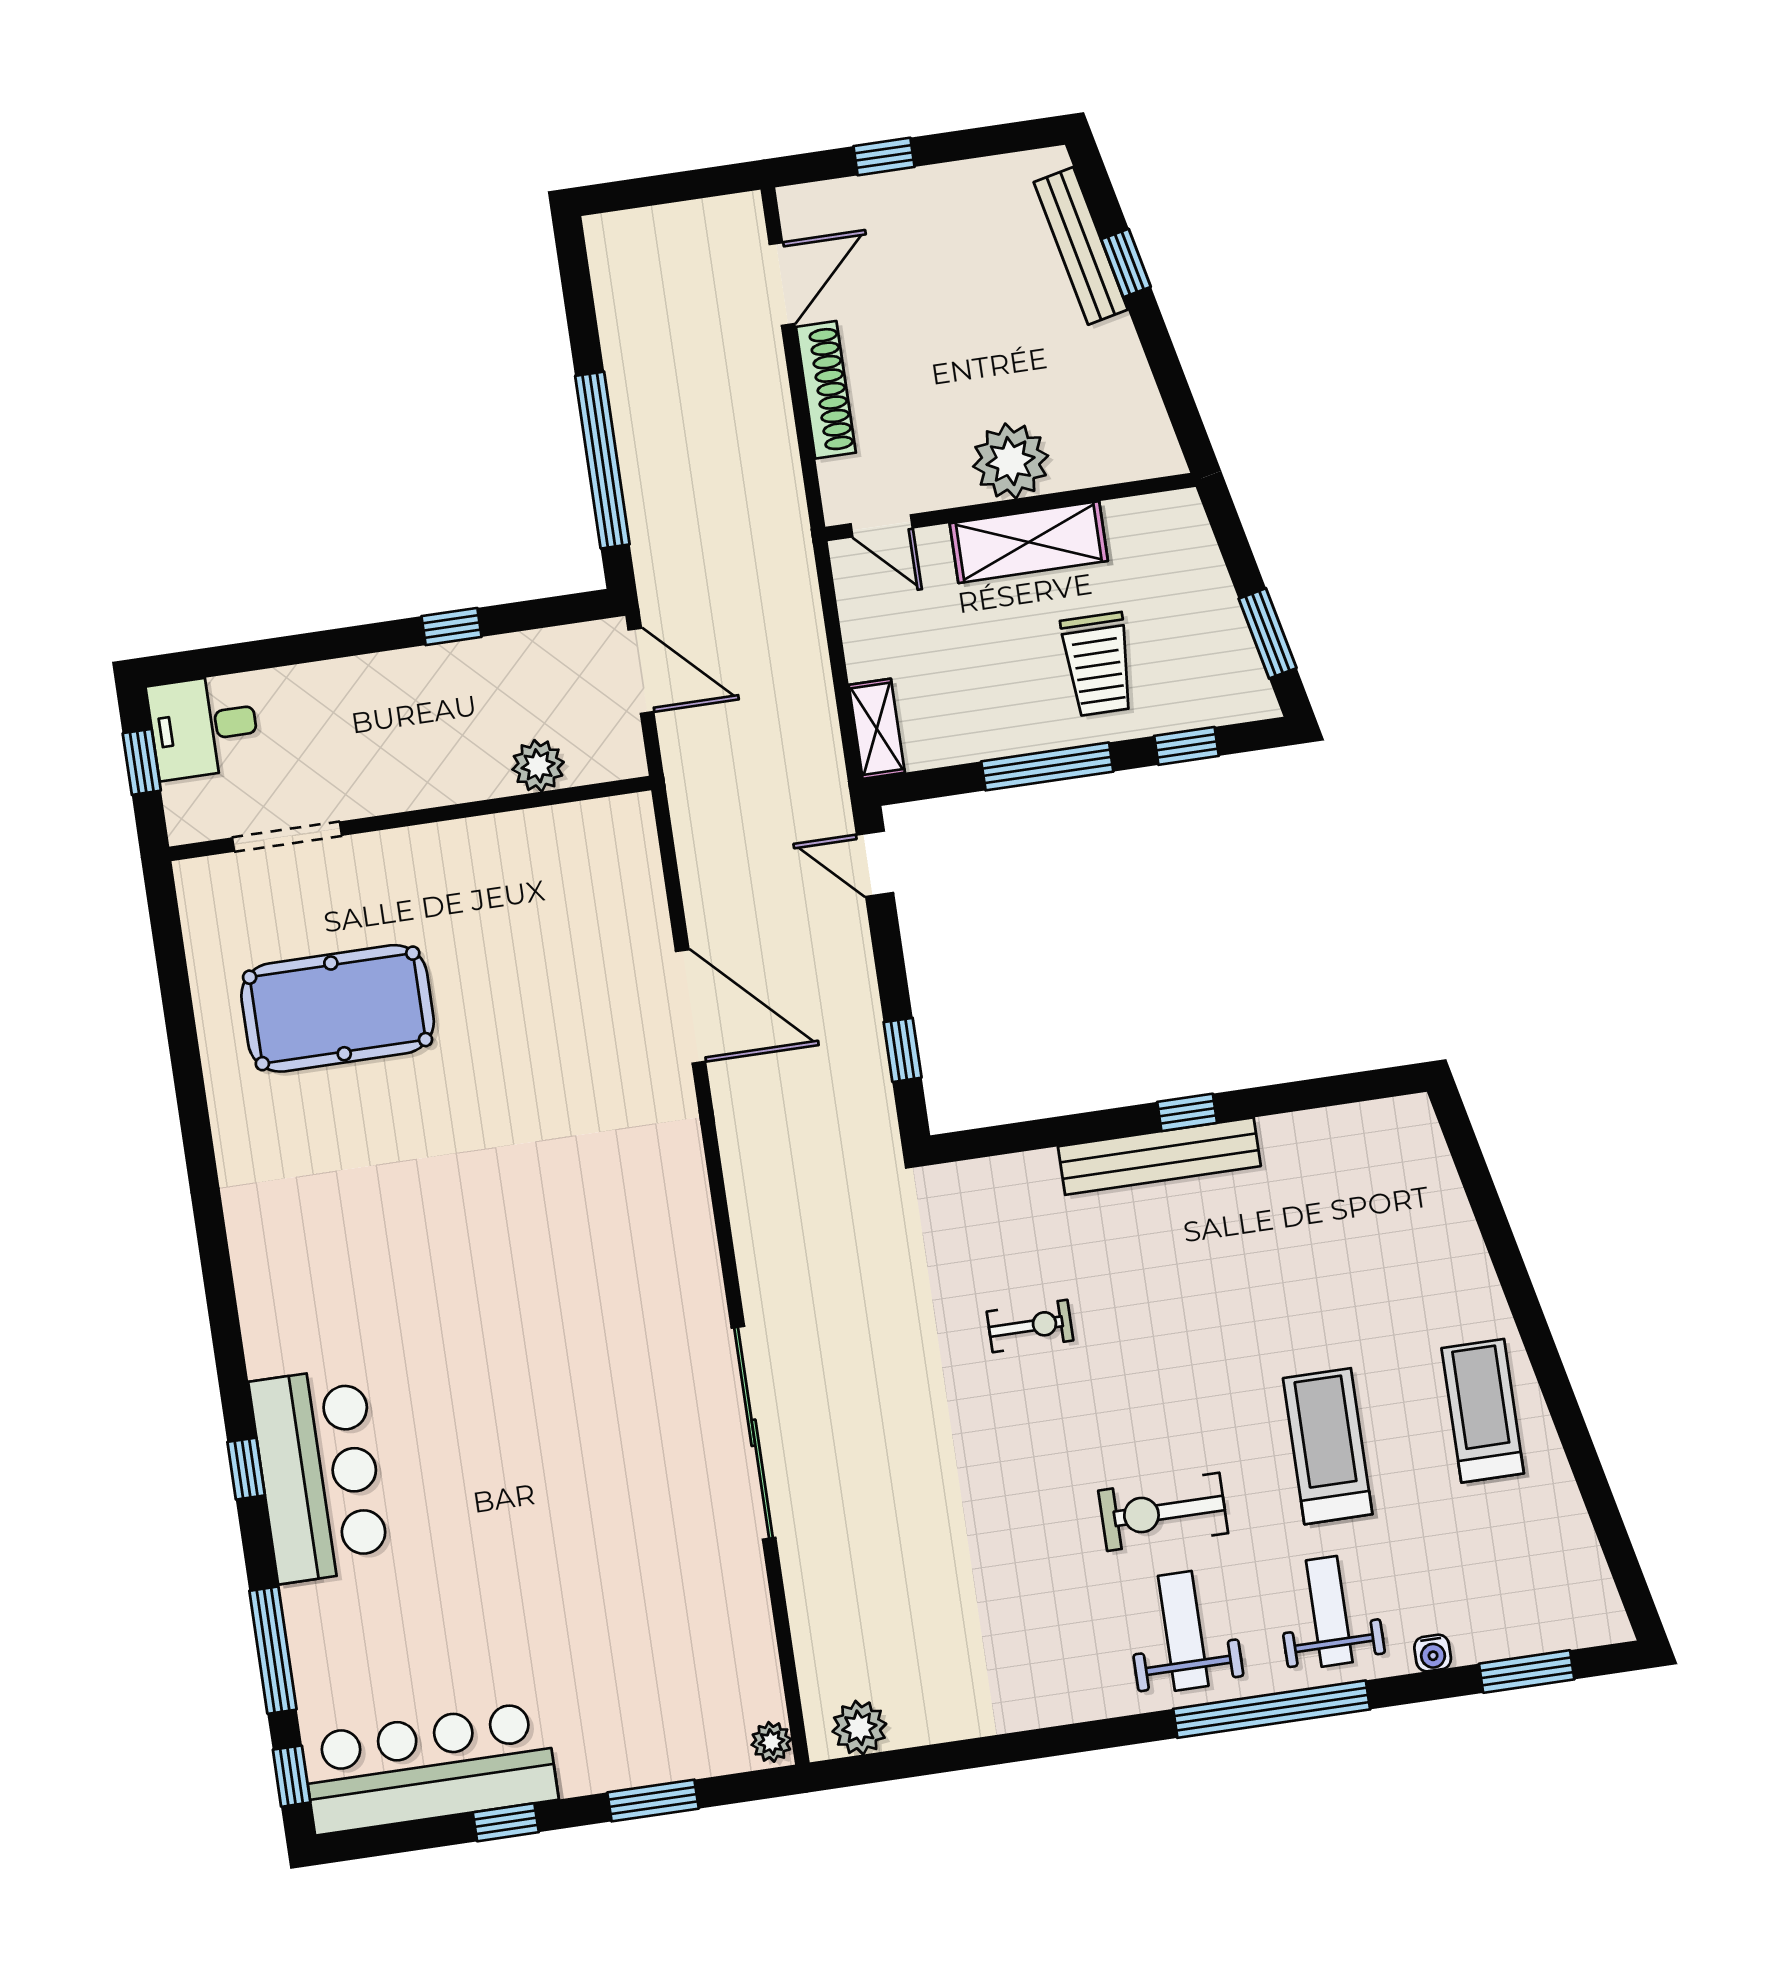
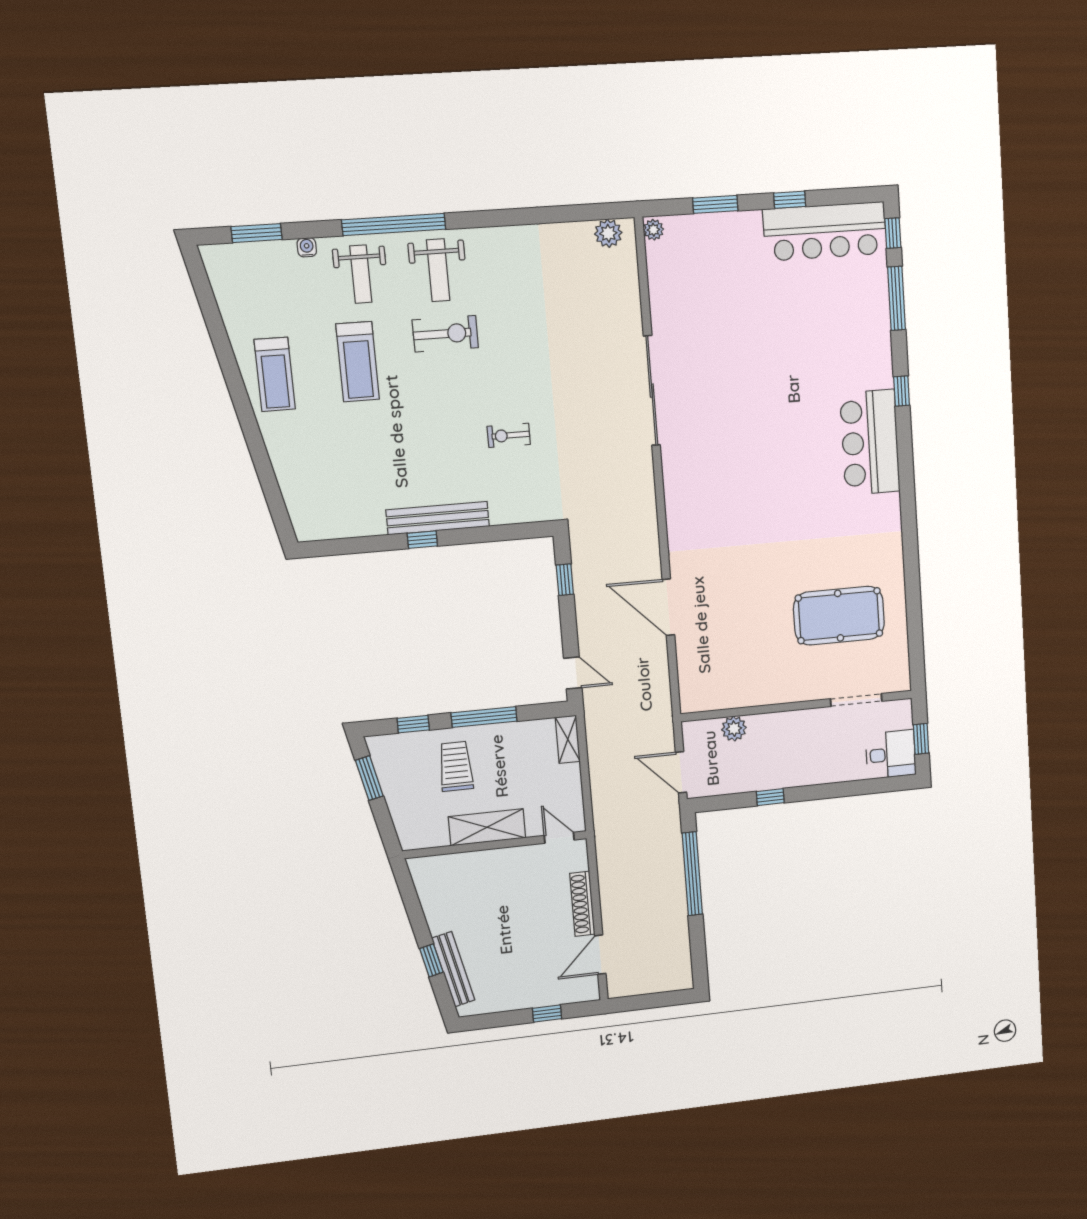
plant: (1011, 461) -> (494, 867), removed
bar counter: (319, 1475) -> (870, 442), moved

